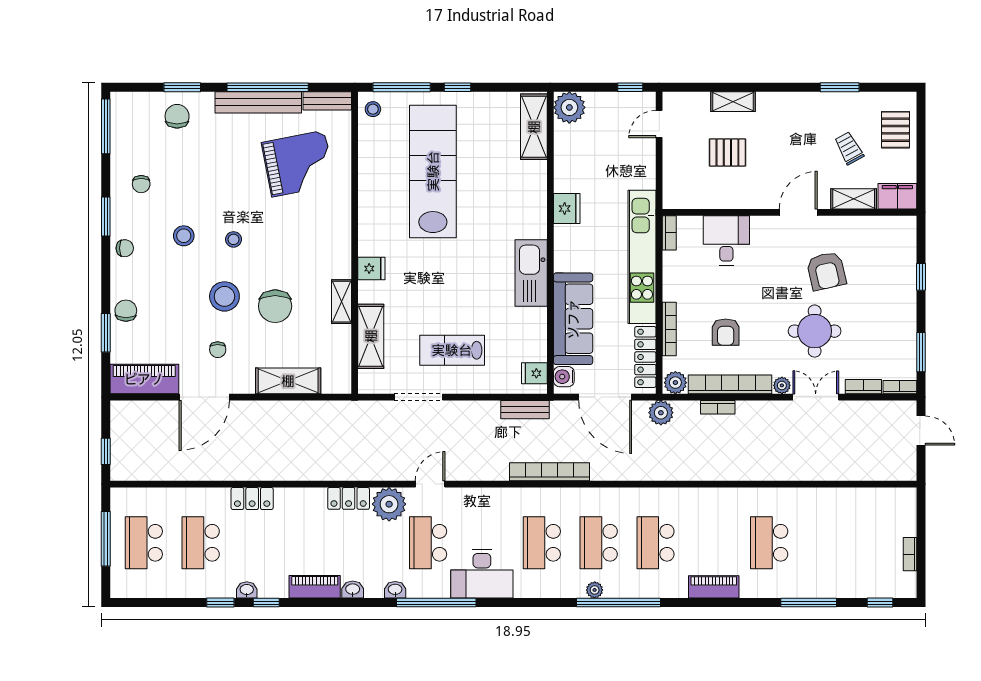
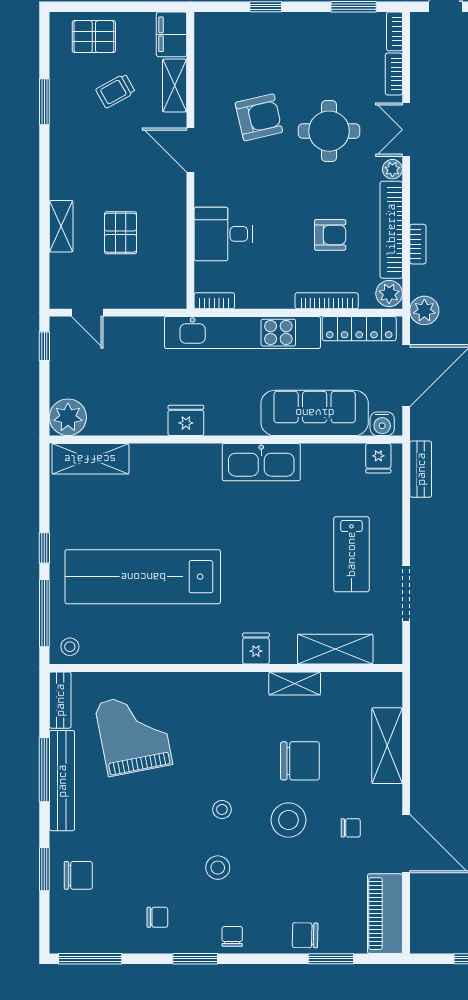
window: (268, 87) -> (44, 770), width x0.68
chair: (177, 116) -> (78, 875), turned 180

